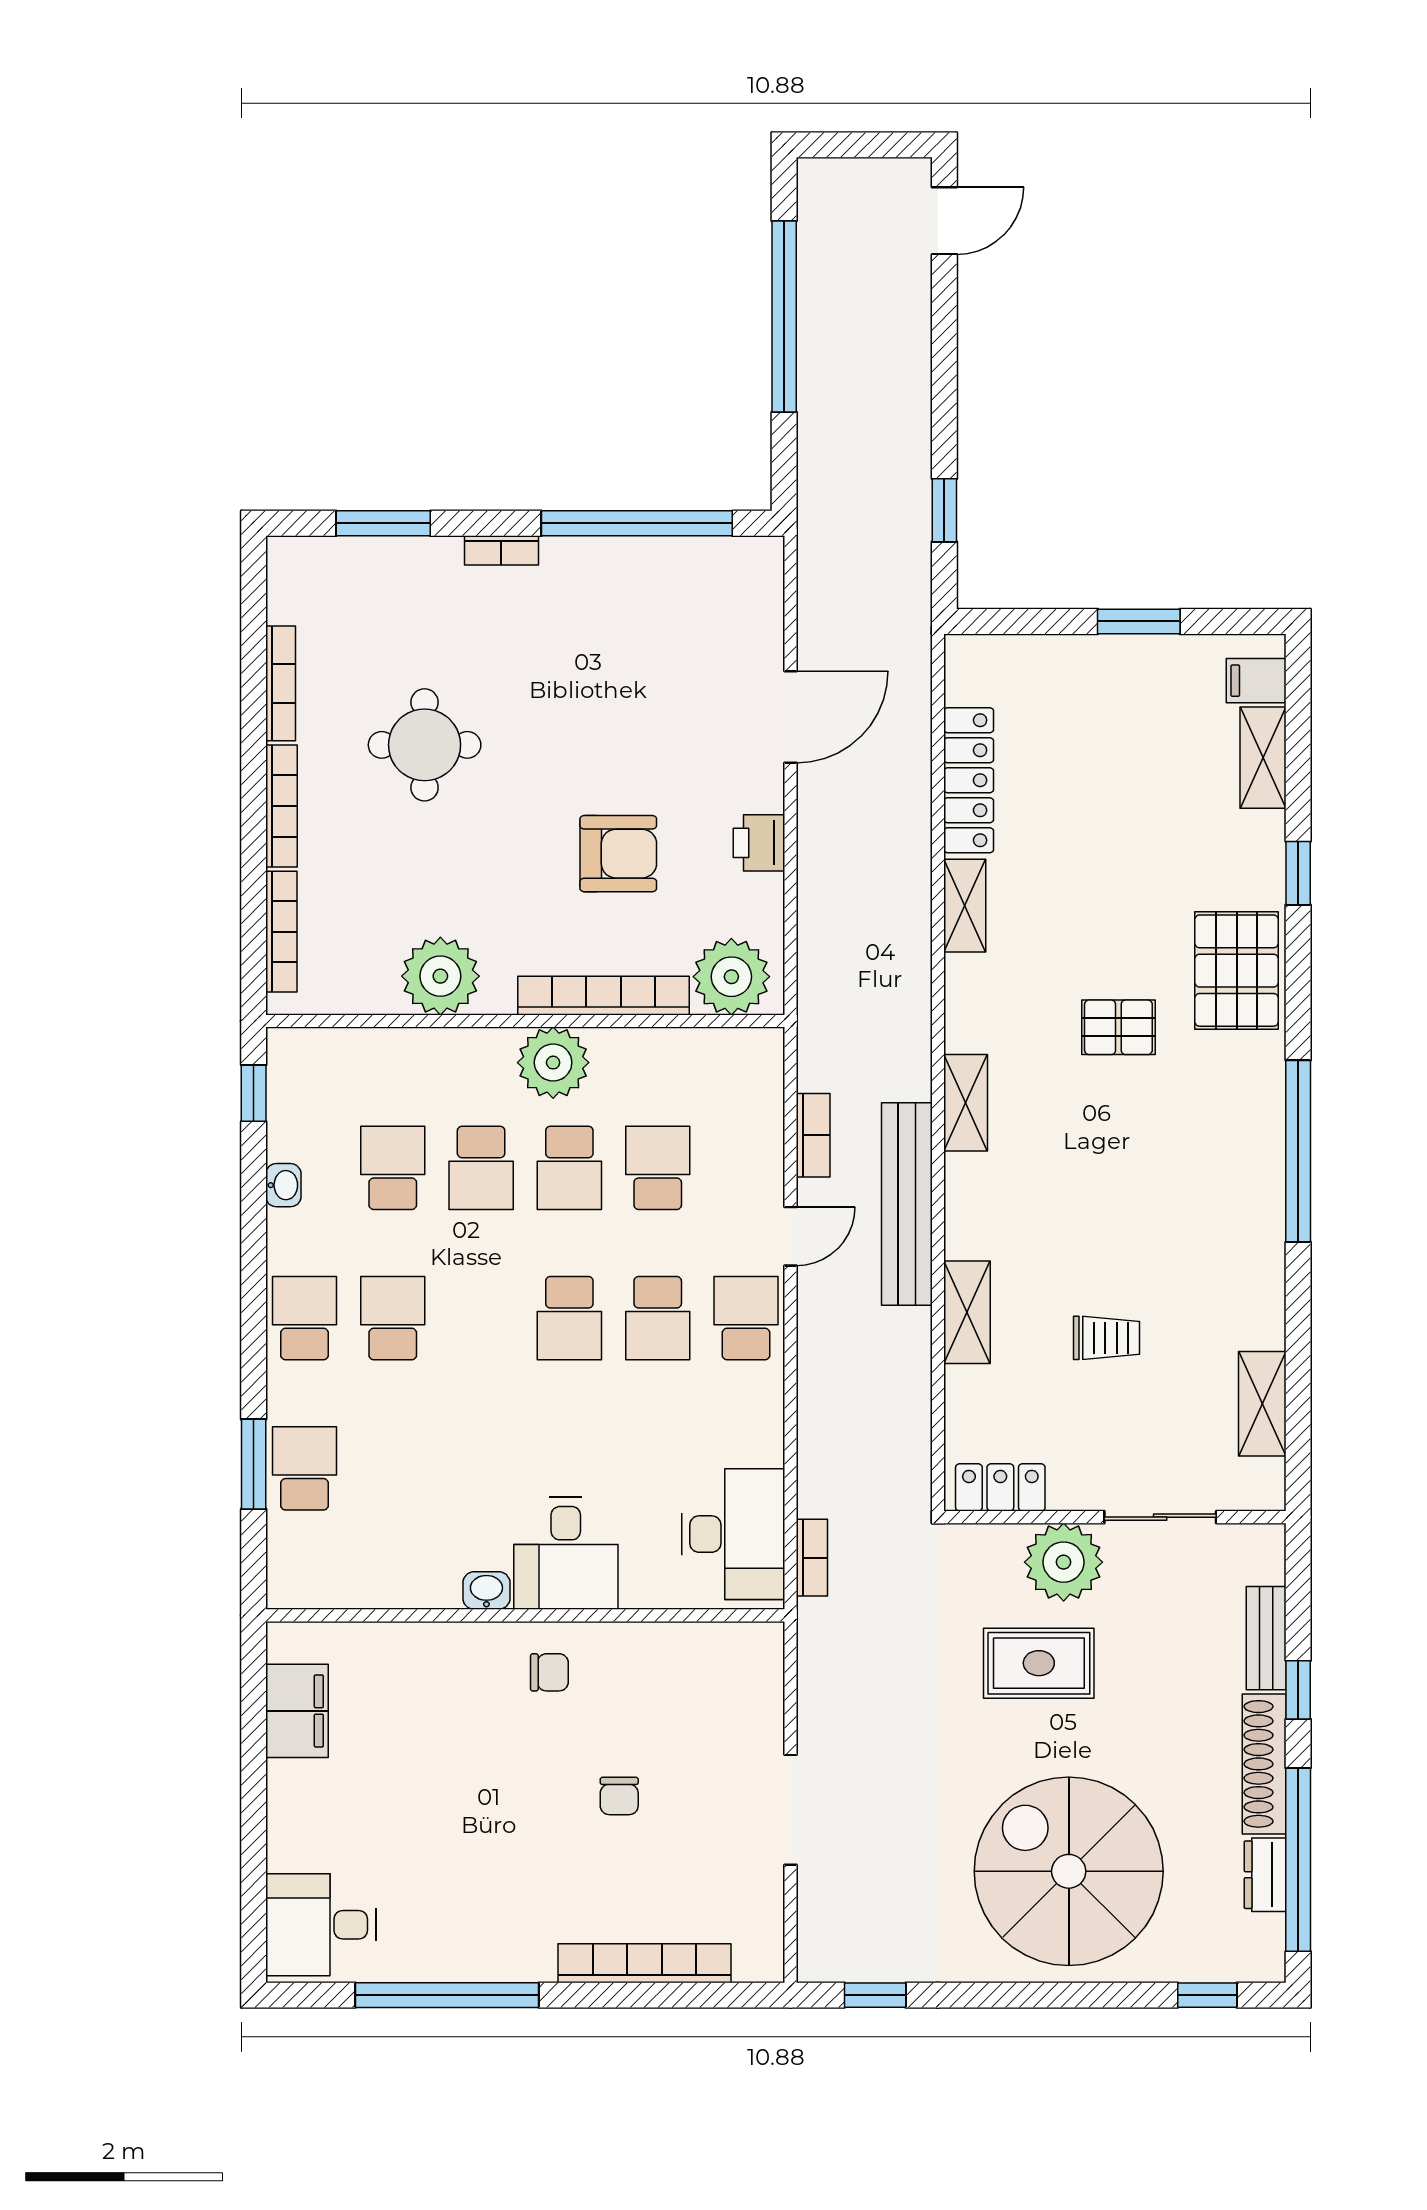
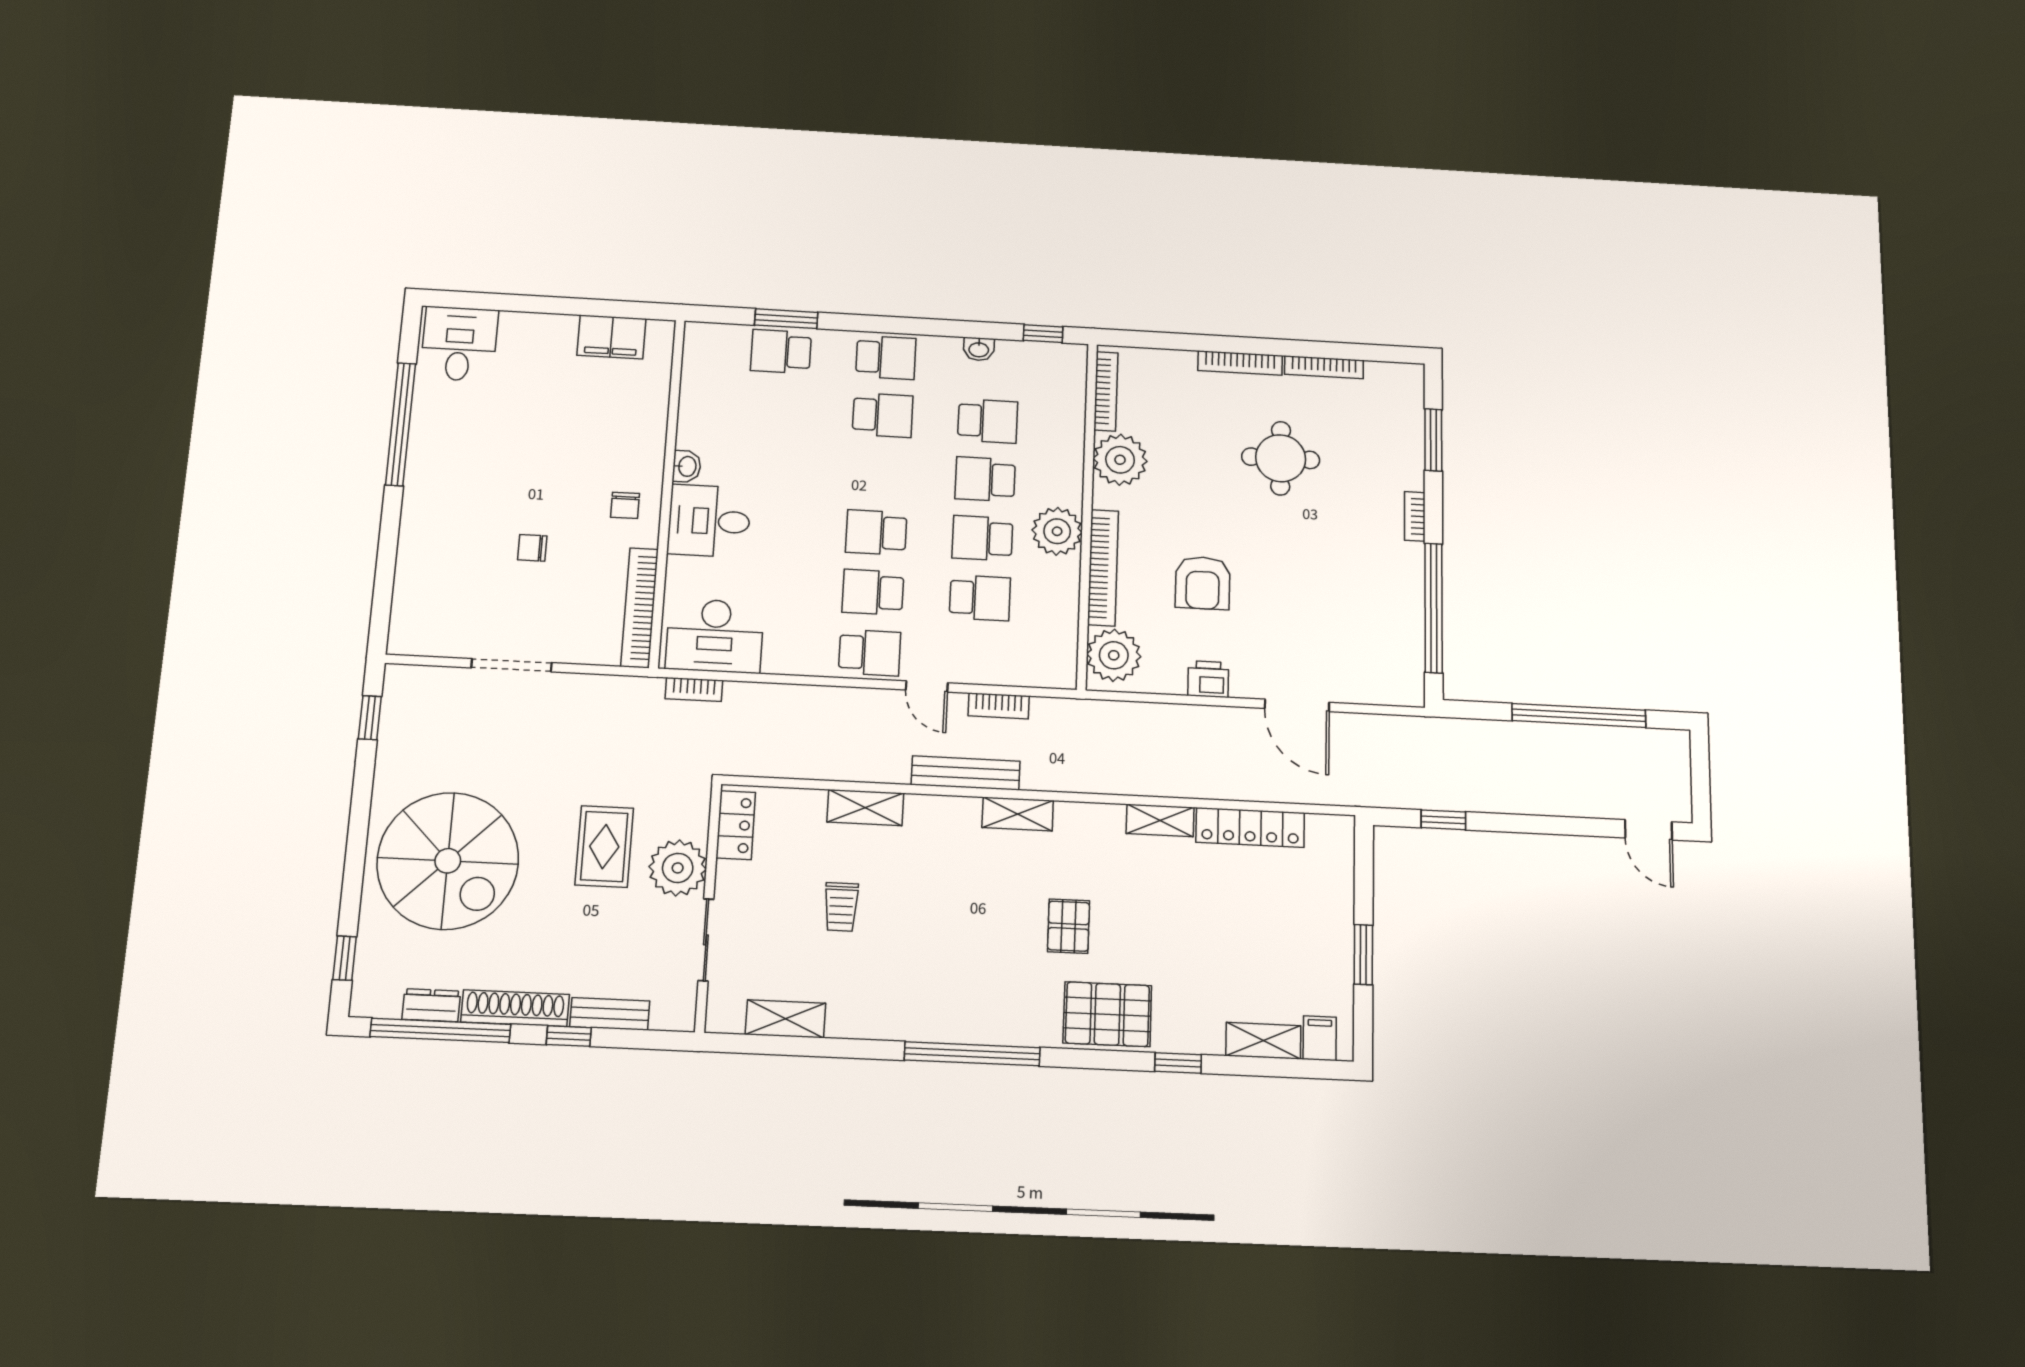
bookcase: (281, 932) -> (1106, 391), moved, turned -90
bench: (907, 1204) -> (966, 773), width x0.73, depth x0.82
school desk: (304, 1468) -> (781, 351), turned 180
spiral stairs: (1069, 1871) -> (448, 861), turned 90
bookcase: (645, 1963) -> (640, 608), moved, turned 180

